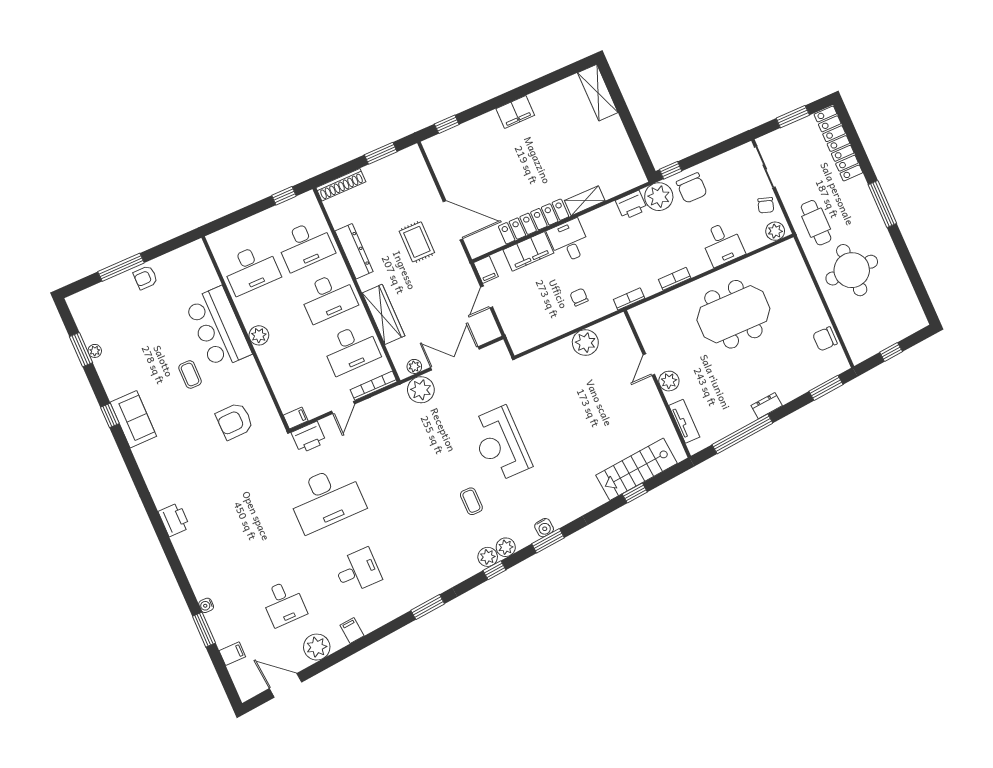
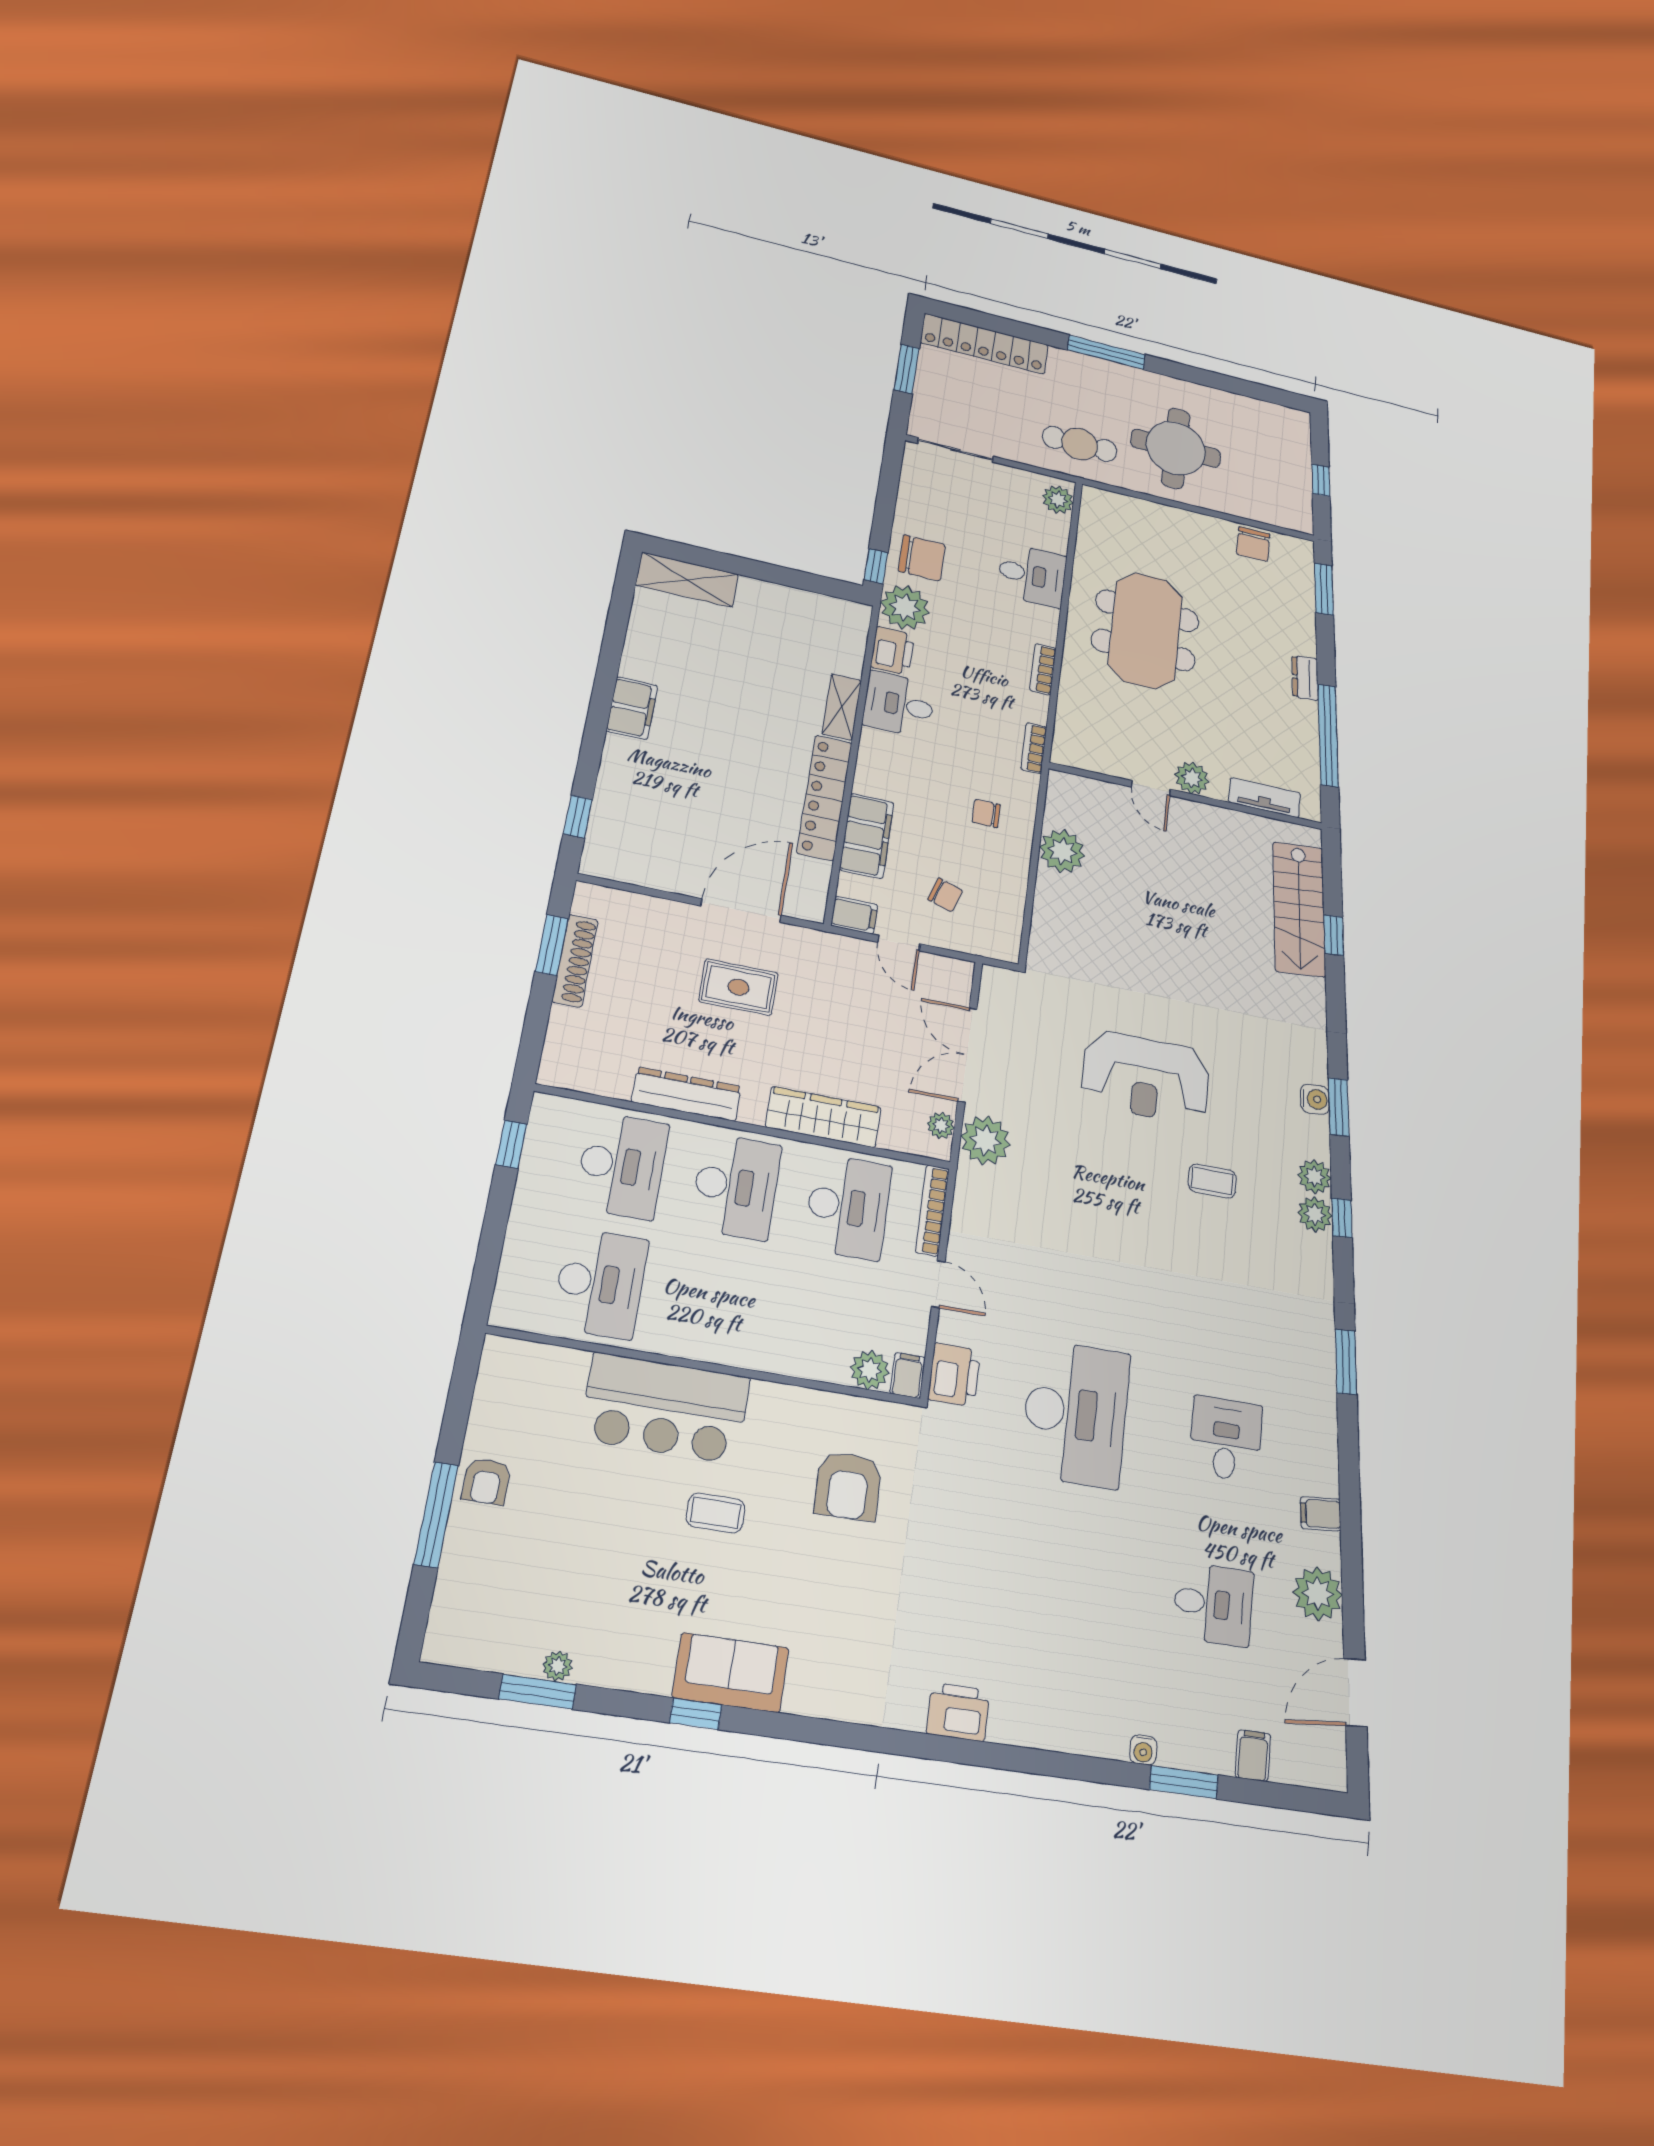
shoe rack: (341, 185) -> (575, 961), moved
chair: (766, 205) -> (945, 895), moved
desk: (569, 241) -> (899, 704), moved
plant: (259, 335) -> (870, 1370), moved

